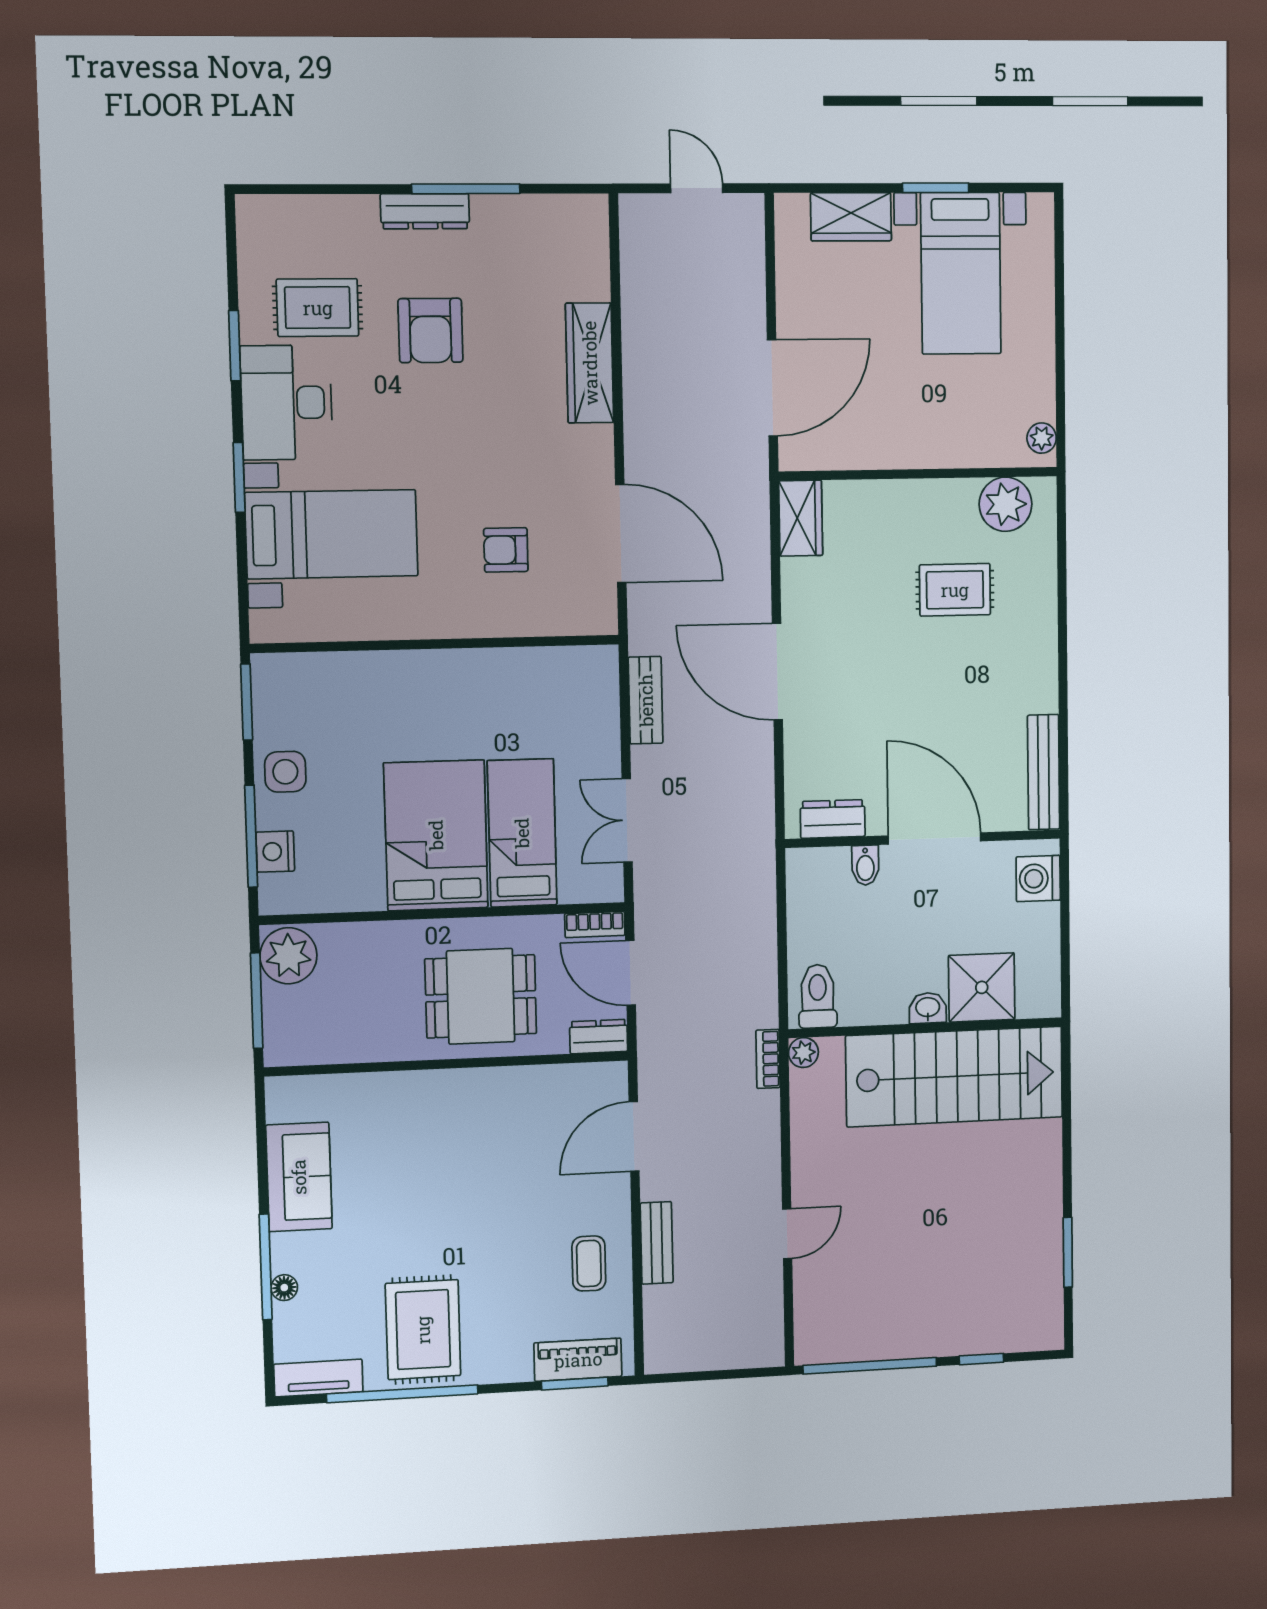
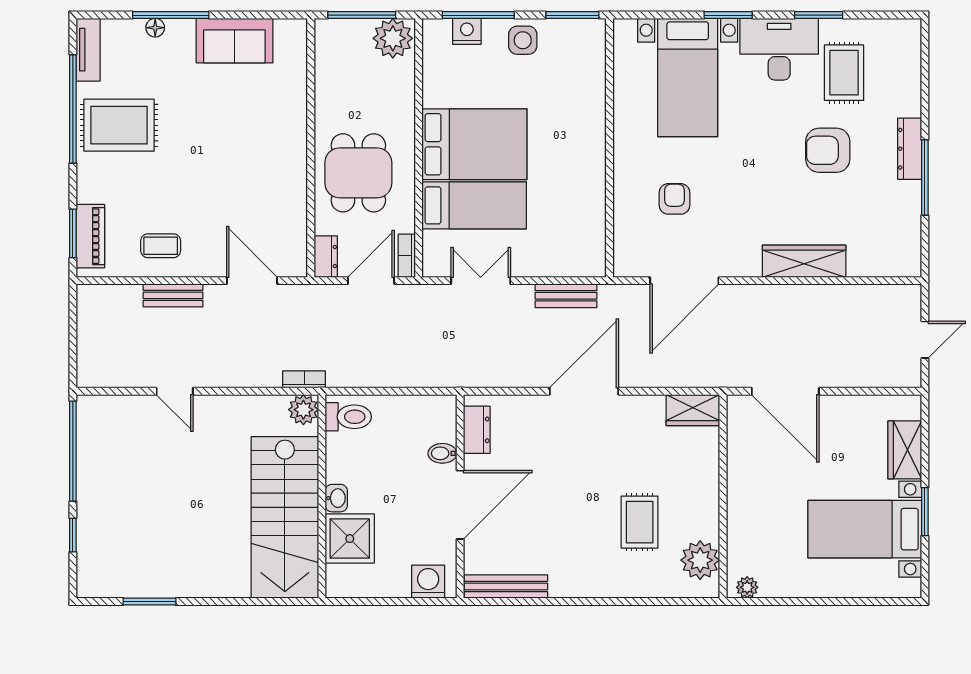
plant: (803, 1053) -> (303, 410), width x1.38, depth x1.38

